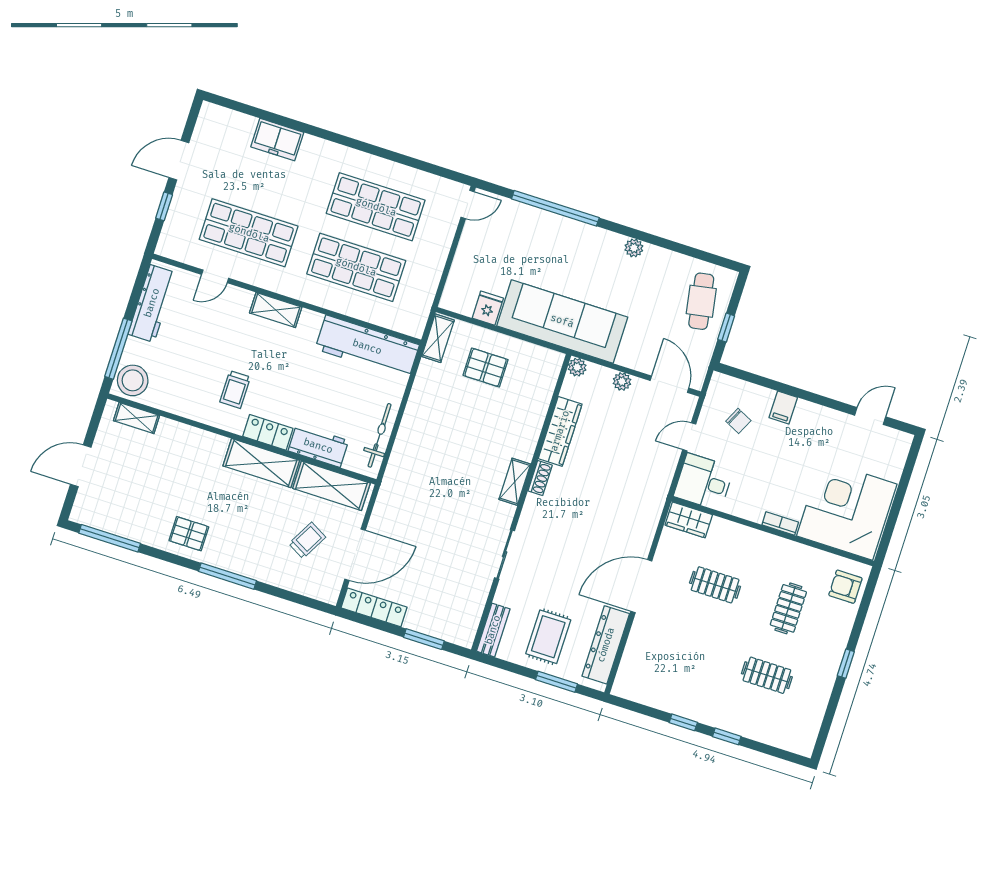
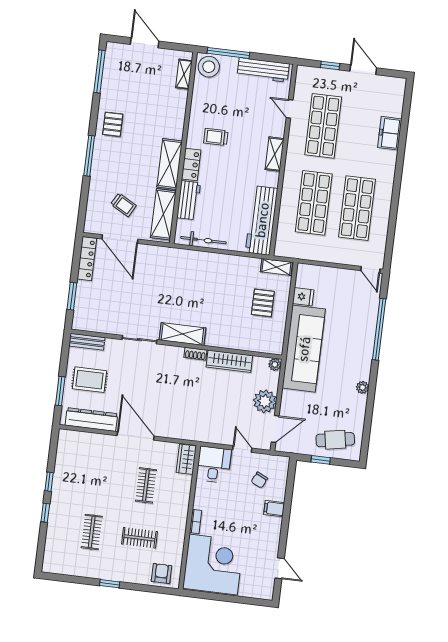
plant: (622, 381) -> (265, 401), width x1.87, depth x1.87
shelving: (515, 482) -> (182, 334), width x1.50, depth x1.33

